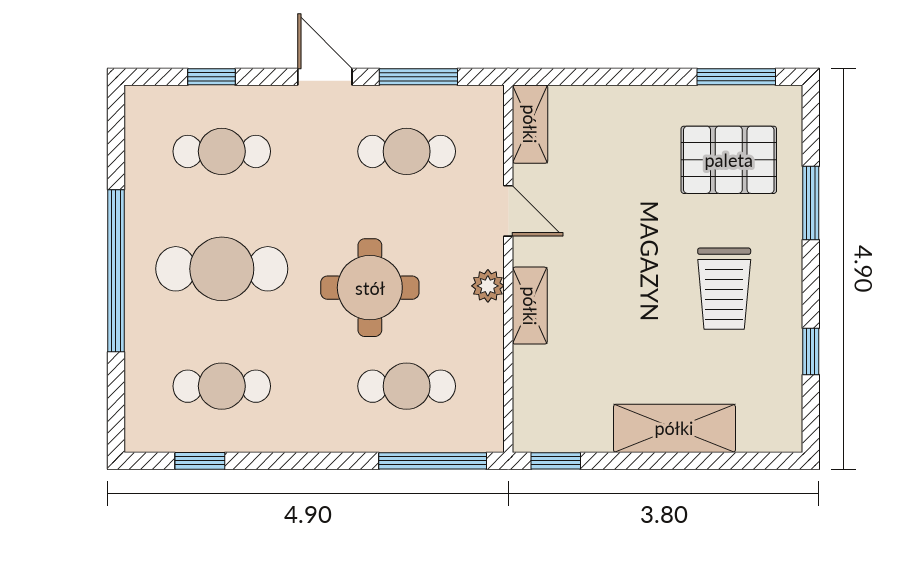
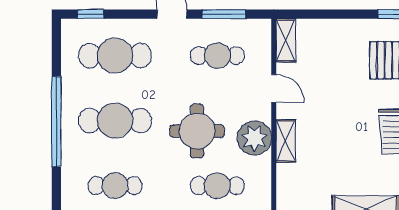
window: (211, 77) -> (91, 14), moved
cafe table: (222, 151) -> (115, 56), width x1.37, depth x1.35
plant: (488, 286) -> (254, 138), width x1.88, depth x1.88

